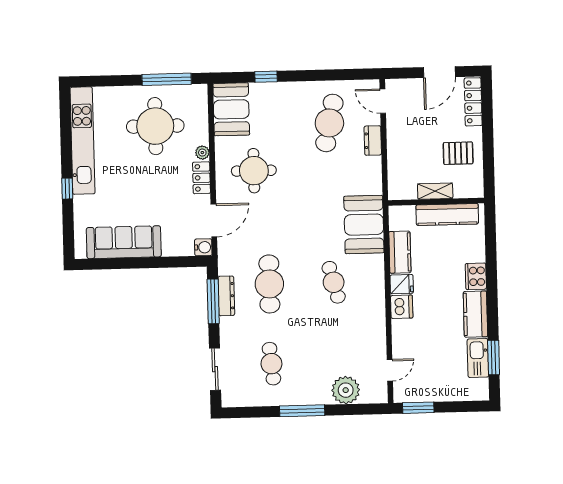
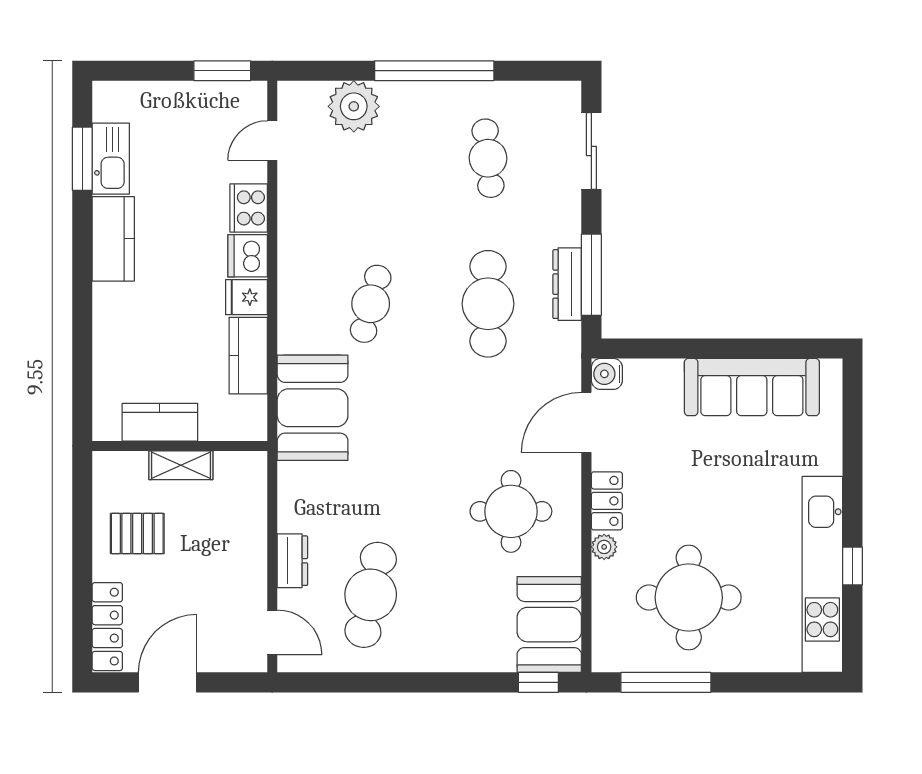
window: (266, 77) -> (538, 682), moved
window: (67, 189) -> (853, 566), moved
kitchen counter: (447, 214) -> (160, 422), width x0.67
cooker: (476, 276) -> (249, 208), moved, turned 180
cafe table: (334, 282) -> (371, 304), turned 30
window: (302, 411) -> (434, 71), width x1.46

